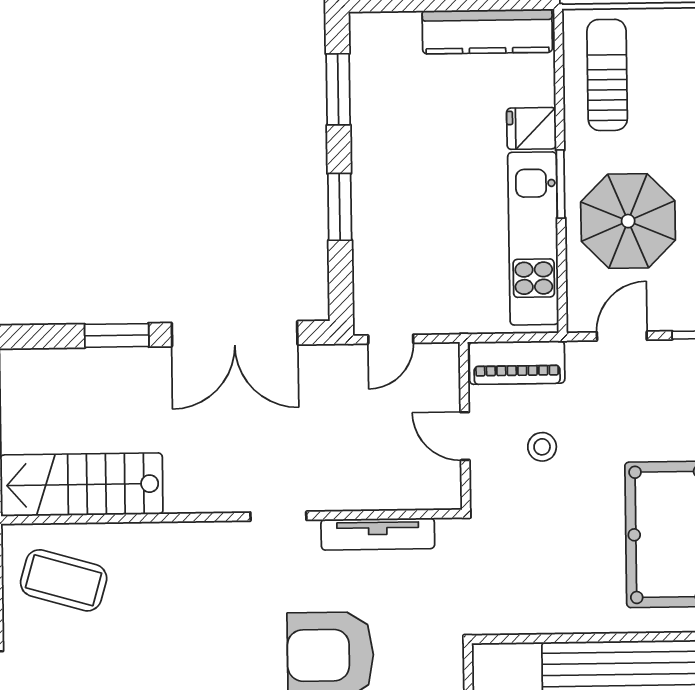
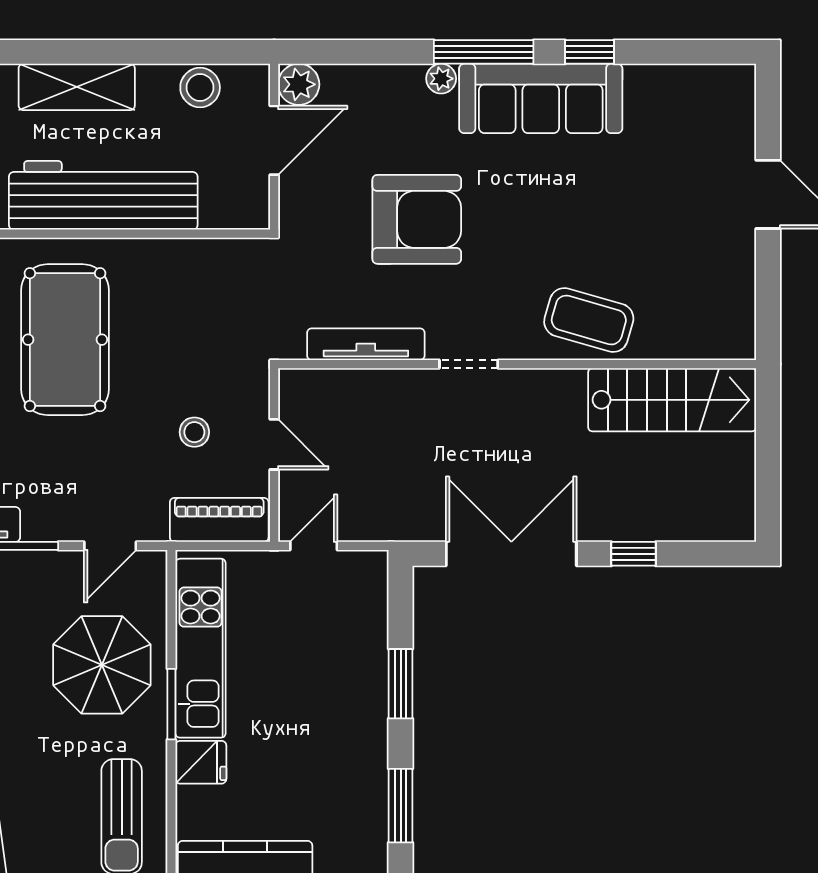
window: (117, 335) -> (633, 554), width x0.67
door: (391, 339) -> (314, 546), moved
coffee table: (64, 580) -> (589, 320), moved

